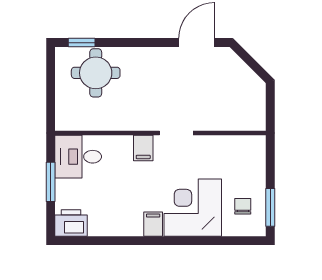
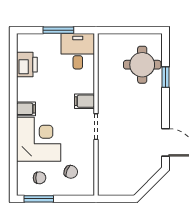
window: (82, 43) -> (165, 77), moved
chair: (235, 166) -> (71, 172), added
printer: (71, 223) -> (27, 65), moved

